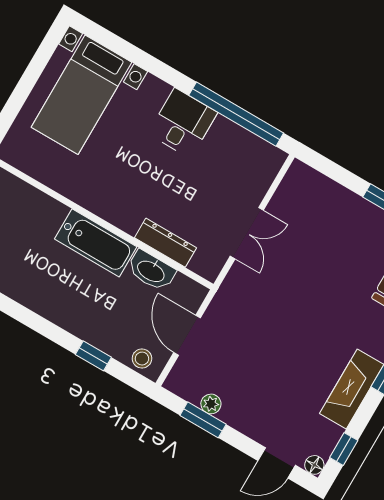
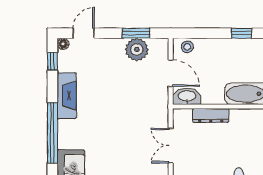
washbasin: (151, 271) -> (187, 96), moved
window: (93, 356) -> (241, 33), moved
plant: (211, 404) -> (137, 49), width x1.88, depth x1.88

